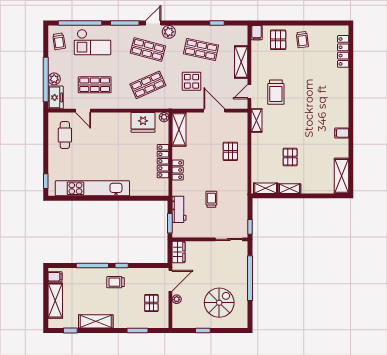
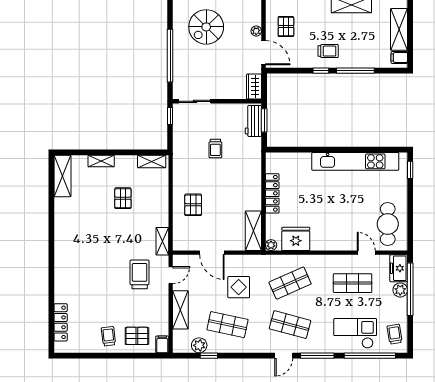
plant: (169, 32) -> (199, 345), moved
pallet: (278, 40) -> (137, 336), turned 90
filing cabinet: (342, 133) -> (62, 226), removed
cafe table: (65, 135) -> (388, 224), width x1.37, depth x1.35
locker: (178, 170) -> (255, 183), removed
shelving: (289, 189) -> (101, 161), moved
workbench: (179, 209) -> (253, 121), moved
door: (170, 281) -> (263, 53), swing flipped

